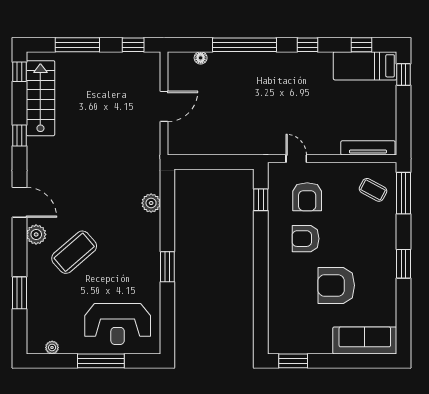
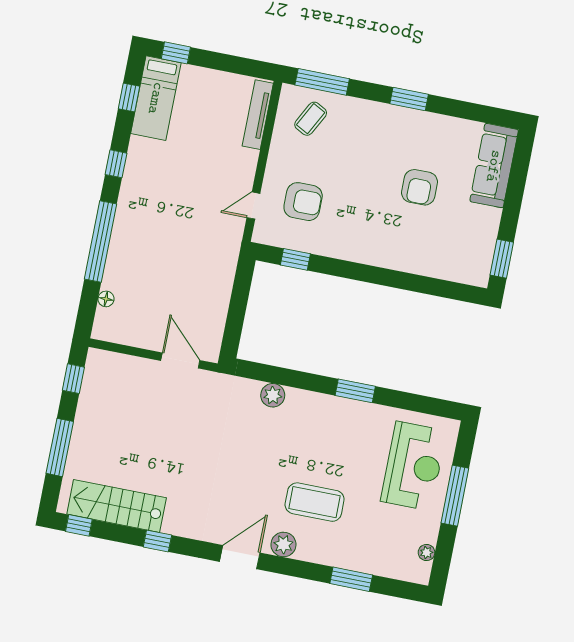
door: (164, 106) -> (180, 361), moved
armchair: (306, 239) -> (354, 214), removed
coffee table: (74, 252) -> (315, 502), turned -49
armchair: (336, 285) -> (419, 187), width x0.73, depth x0.73

